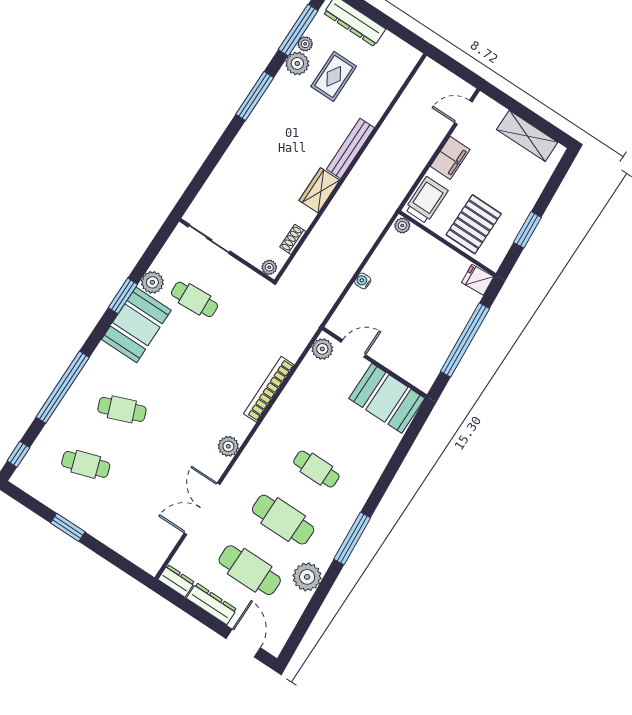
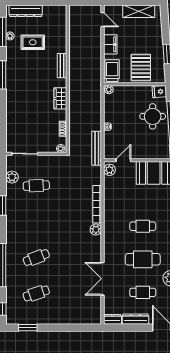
plant: (297, 63) -> (12, 47), removed
rug: (334, 76) -> (33, 42), turned 90
door: (463, 112) -> (103, 20), swing flipped
bench: (350, 149) -> (62, 66), width x0.73
plant: (152, 282) -> (12, 177), moved
bench: (325, 303) -> (97, 148), added
round table: (442, 311) -> (153, 116), added
booth: (136, 325) -> (17, 215), removed
plant: (228, 446) -> (96, 230), moved
window: (68, 527) -> (28, 328), moved
cafe table: (250, 570) -> (143, 292), width x0.73, depth x0.74

